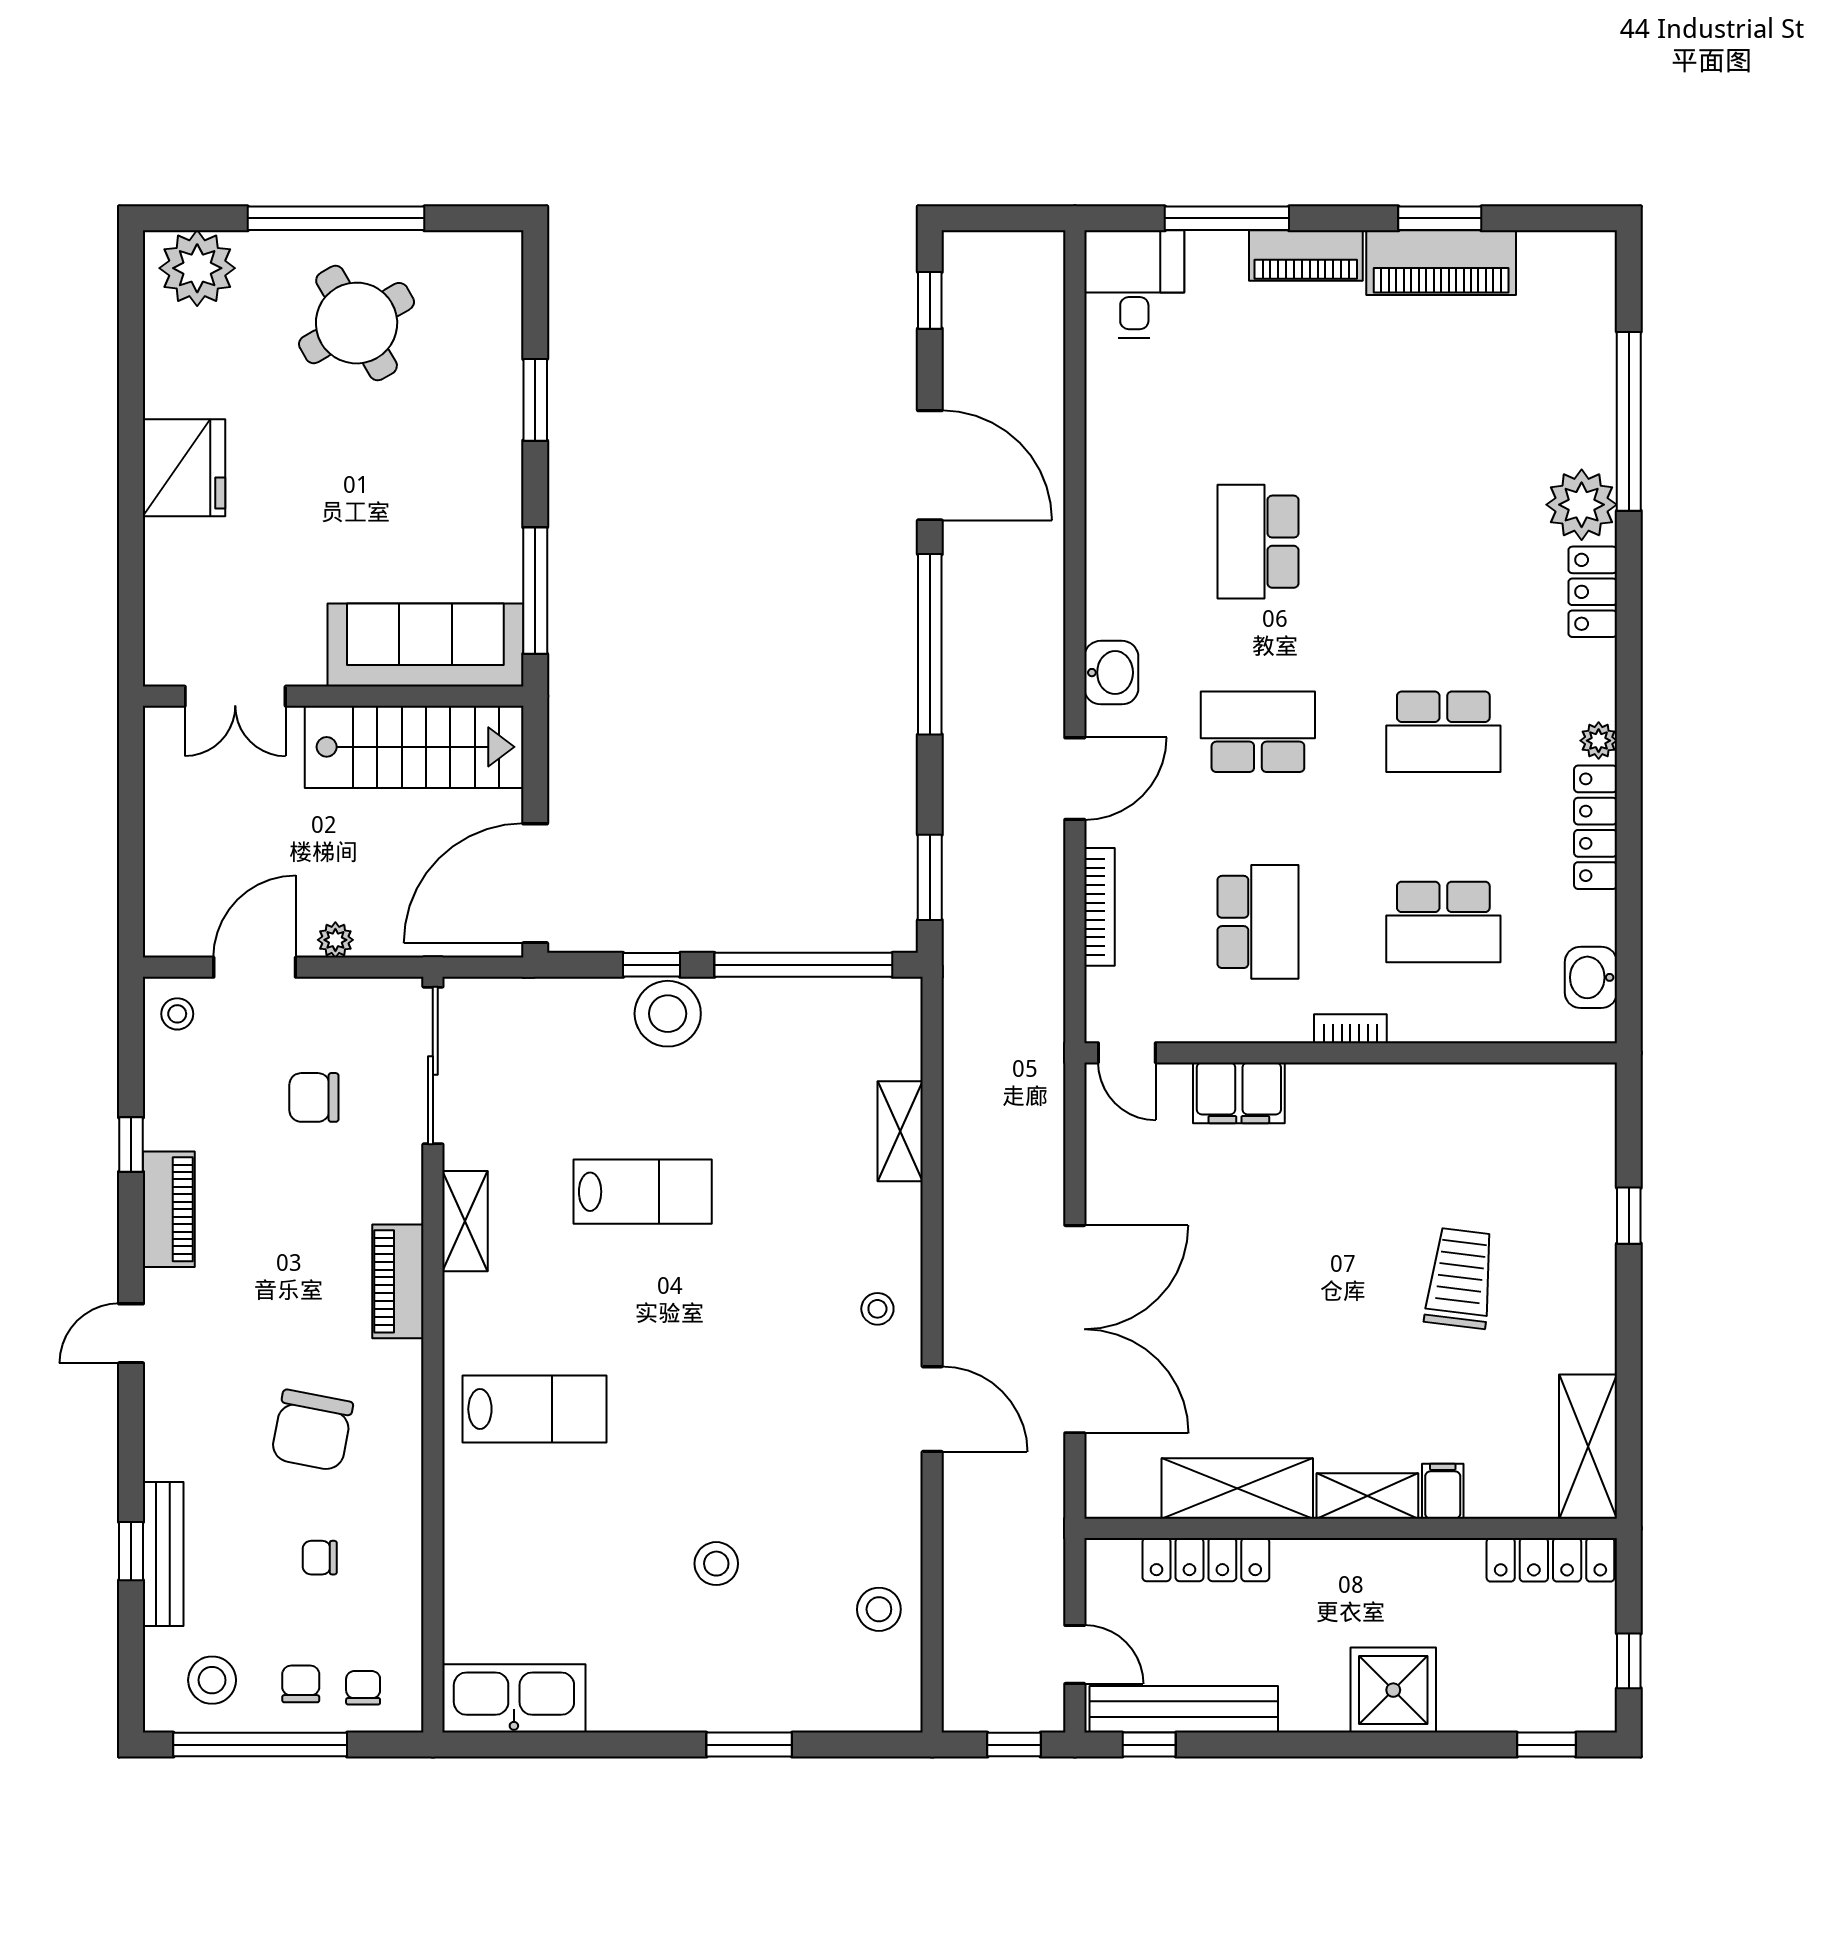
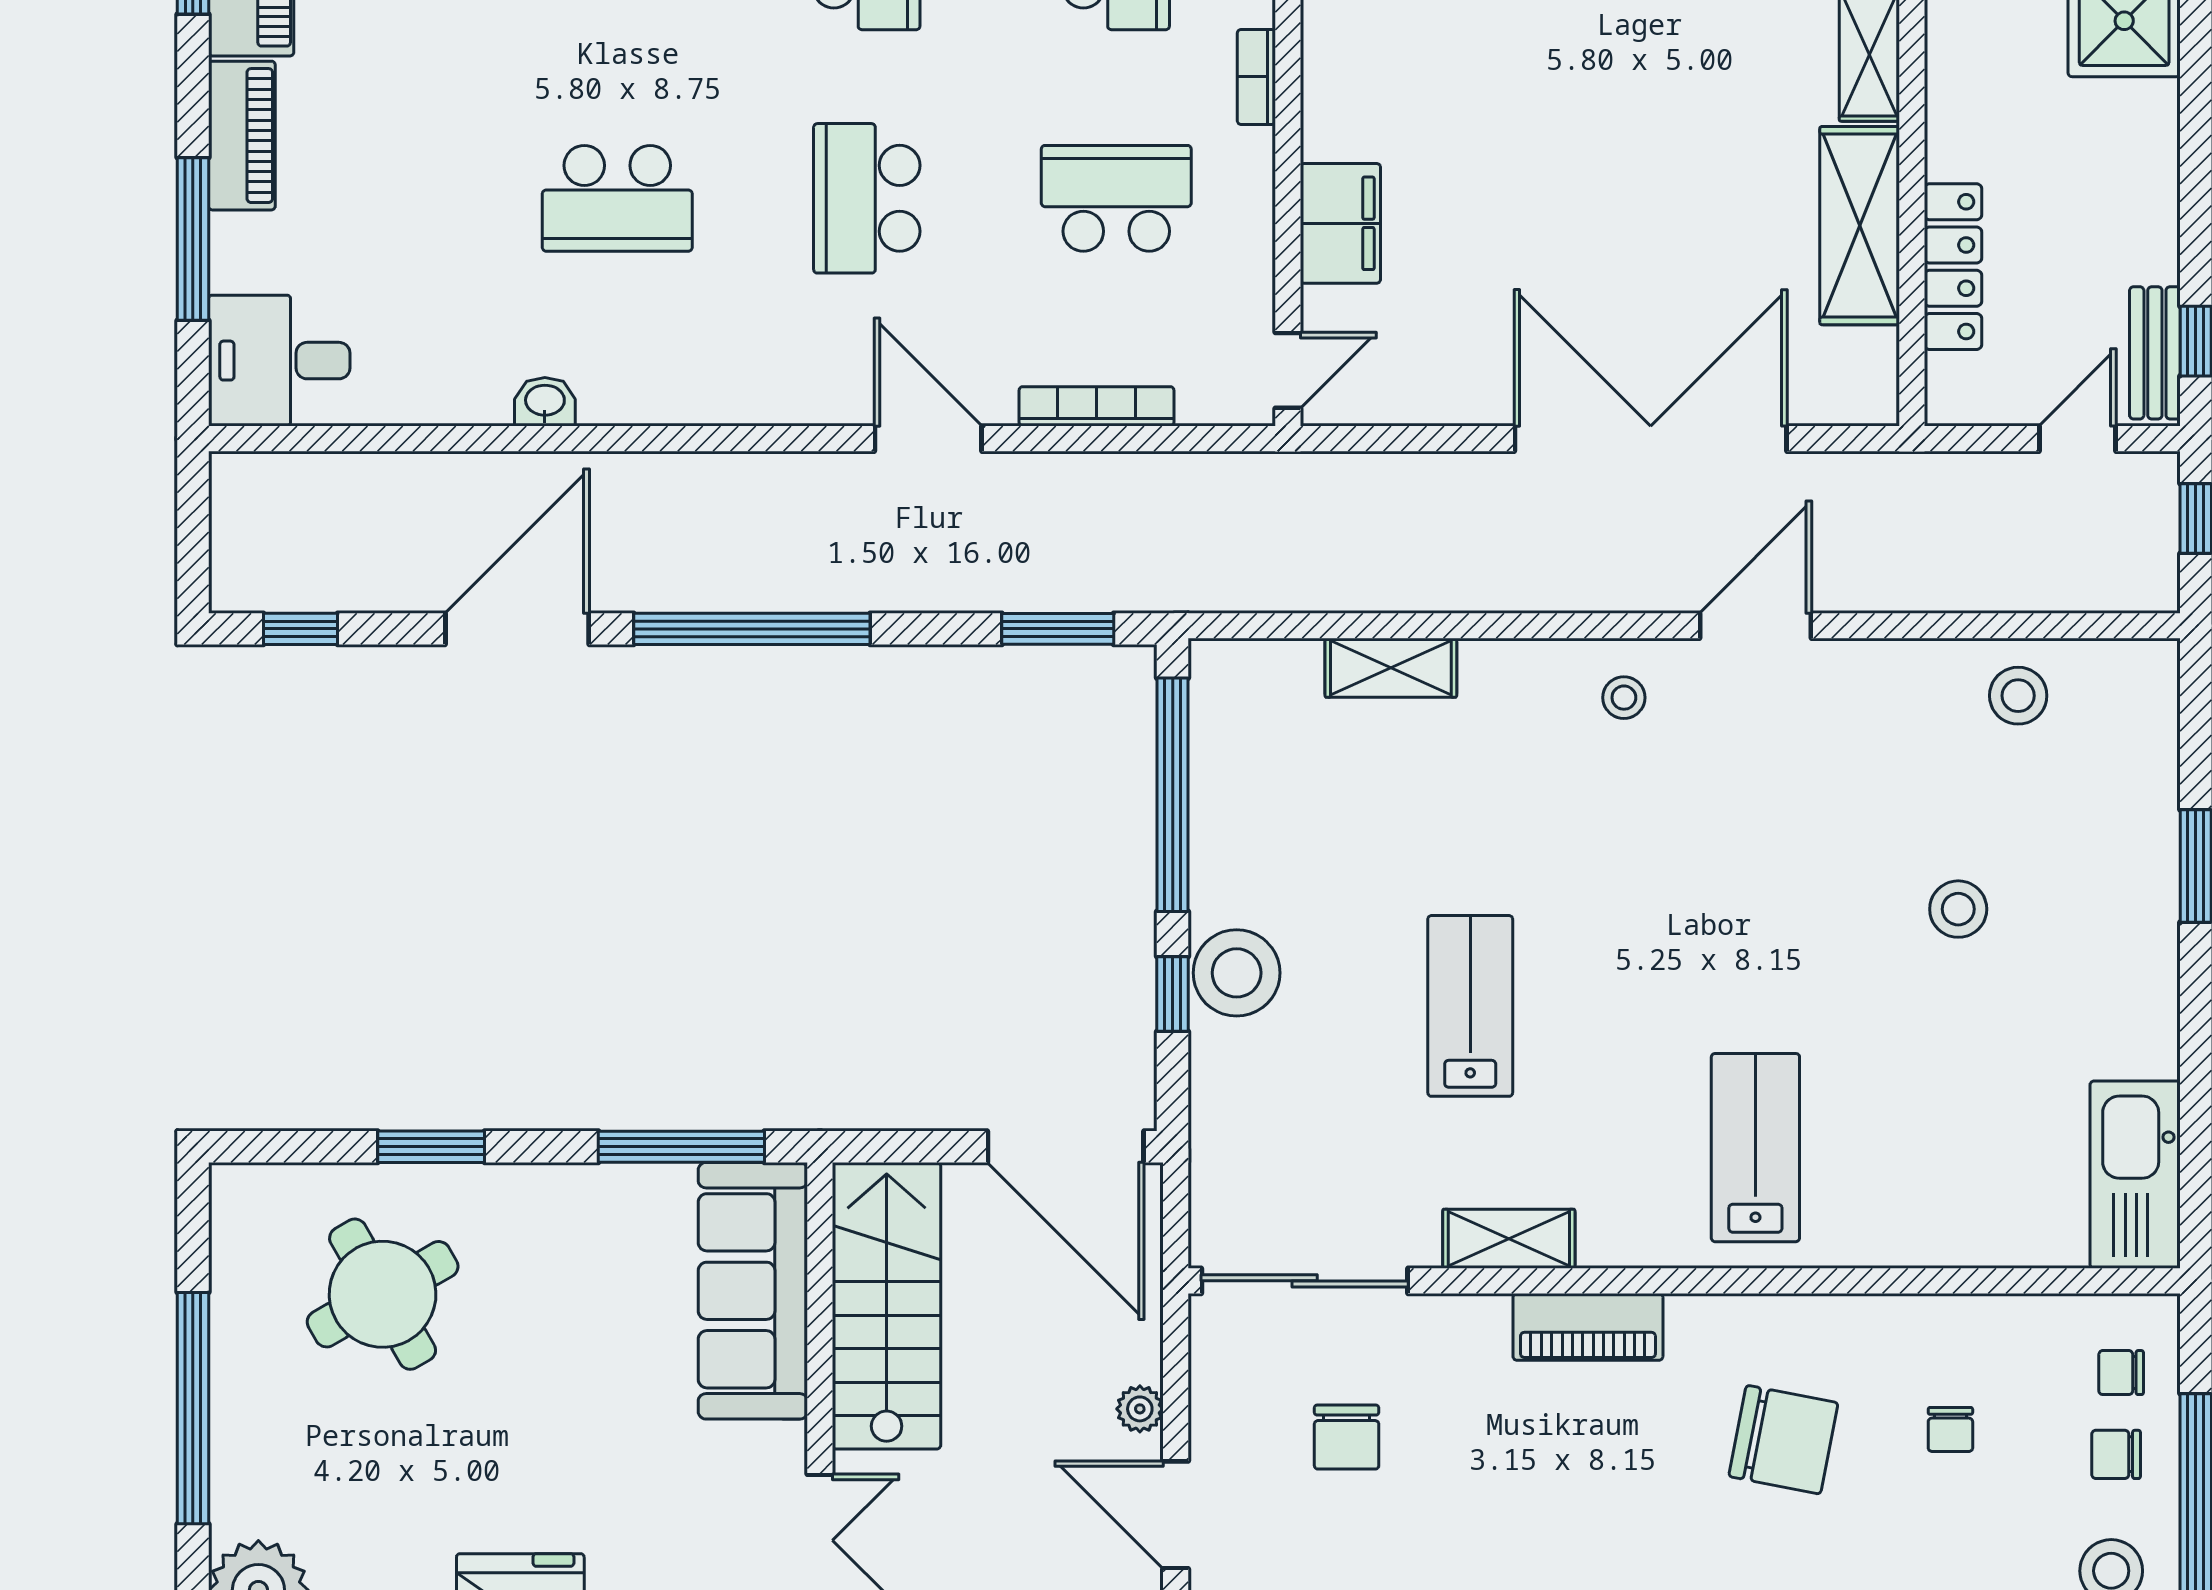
round table: (357, 323) -> (383, 1294), moved
washbasin: (1111, 673) -> (545, 402), moved, width x0.72, depth x0.69
bench: (1184, 1709) -> (2155, 353), width x0.54, depth x0.82

